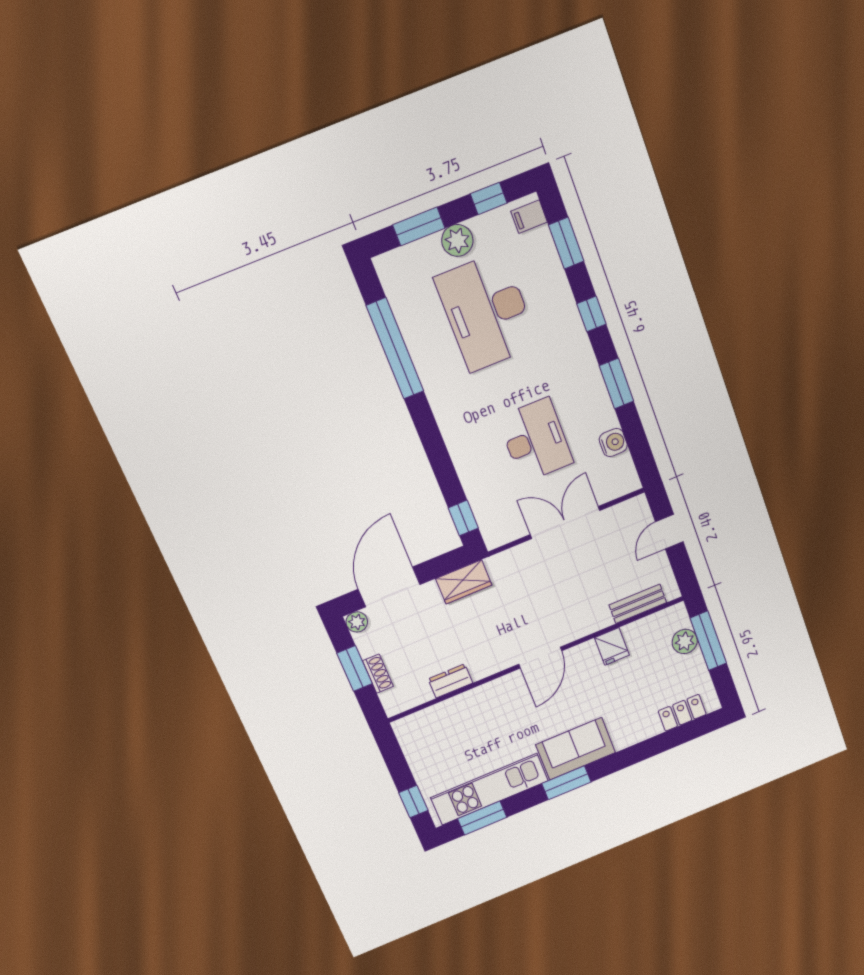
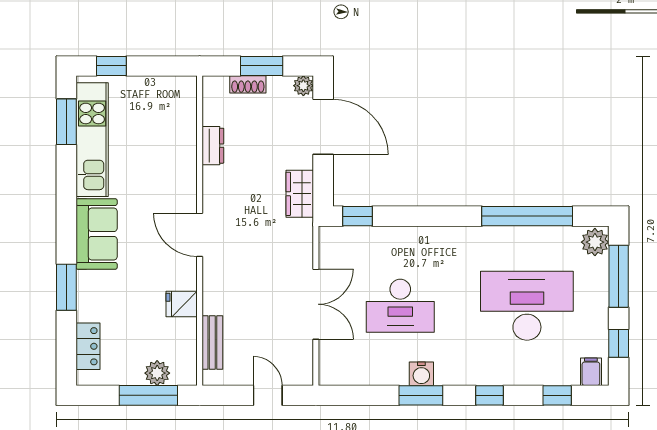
window: (419, 226) -> (619, 276), width x1.44
plant: (457, 240) -> (595, 242), moved
window: (566, 243) -> (557, 395), width x0.67
water cooler: (613, 442) -> (421, 374), moved
window: (566, 783) -> (66, 287), moved

